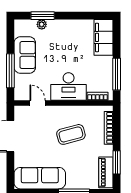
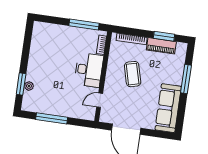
filing cabinet: (104, 37) -> (49, 32), removed
sofa: (25, 55) -> (54, 105), removed
window: (10, 71) -> (52, 118), moved
piano: (106, 172) -> (161, 46), moved

